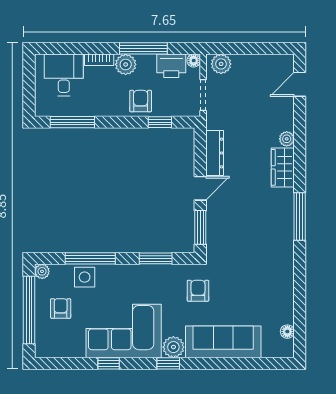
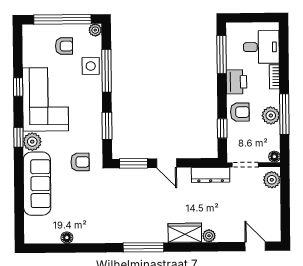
plant: (126, 64) -> (271, 115), moved
printer: (171, 66) -> (236, 82), moved, turned 180
dresser: (215, 153) -> (211, 175), moved
floor lamp: (287, 332) -> (67, 238), moved

